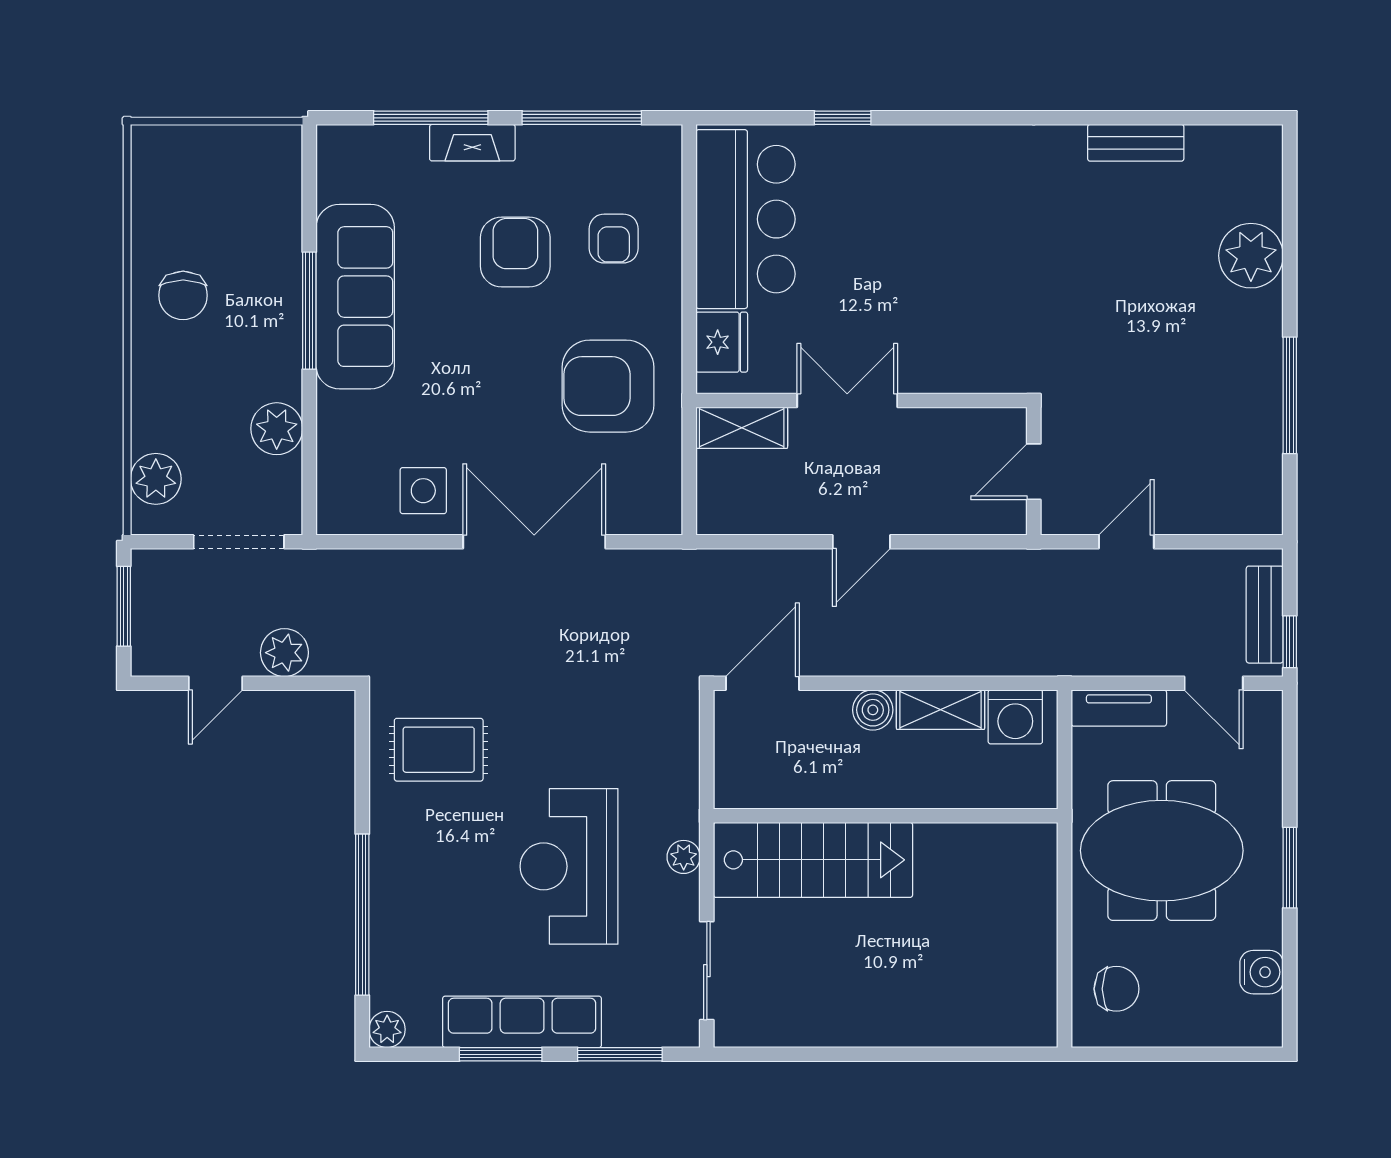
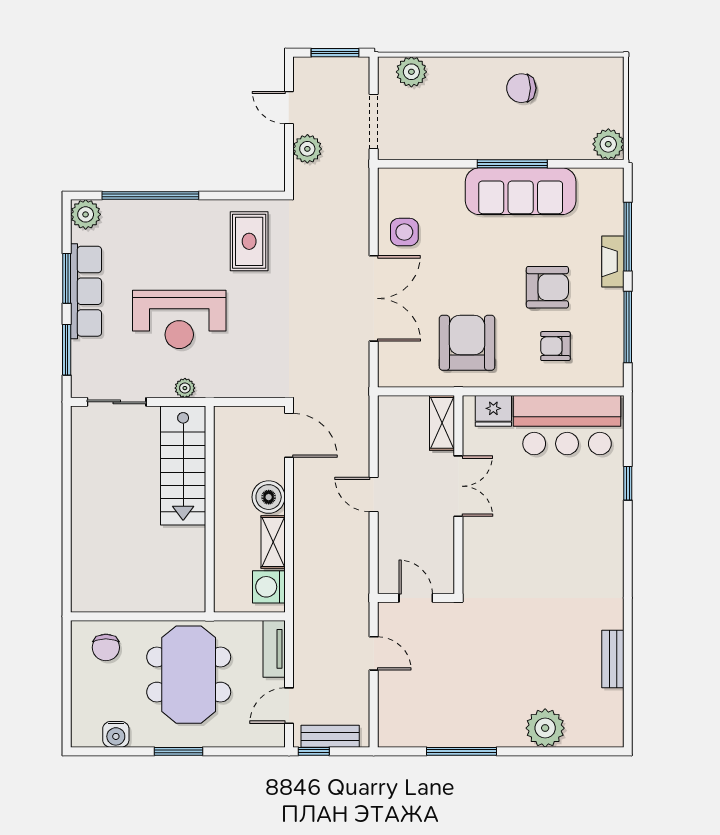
plant: (277, 429) -> (608, 144), moved
boiler: (873, 710) -> (269, 497), width x1.36, depth x1.36
reception desk: (569, 866) -> (179, 319), turned 180
plant: (387, 1029) -> (86, 214), width x1.38, depth x1.38

